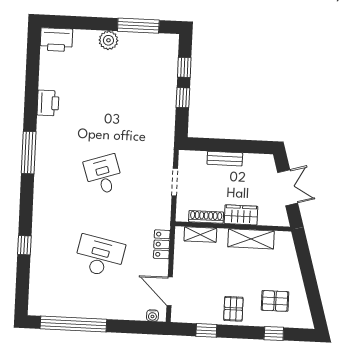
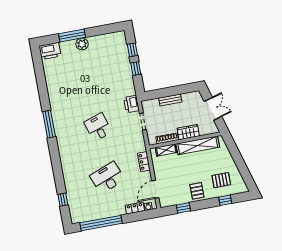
window: (138, 26) -> (72, 35), moved
printer: (48, 103) -> (131, 104), moved, turned 180
shelving: (251, 239) -> (198, 145), width x1.47
window: (24, 245) -> (63, 200), moved
desk: (100, 256) -> (107, 178), turned -33
door: (170, 291) -> (155, 189), hinge flipped
locker: (131, 313) -> (135, 208), added

